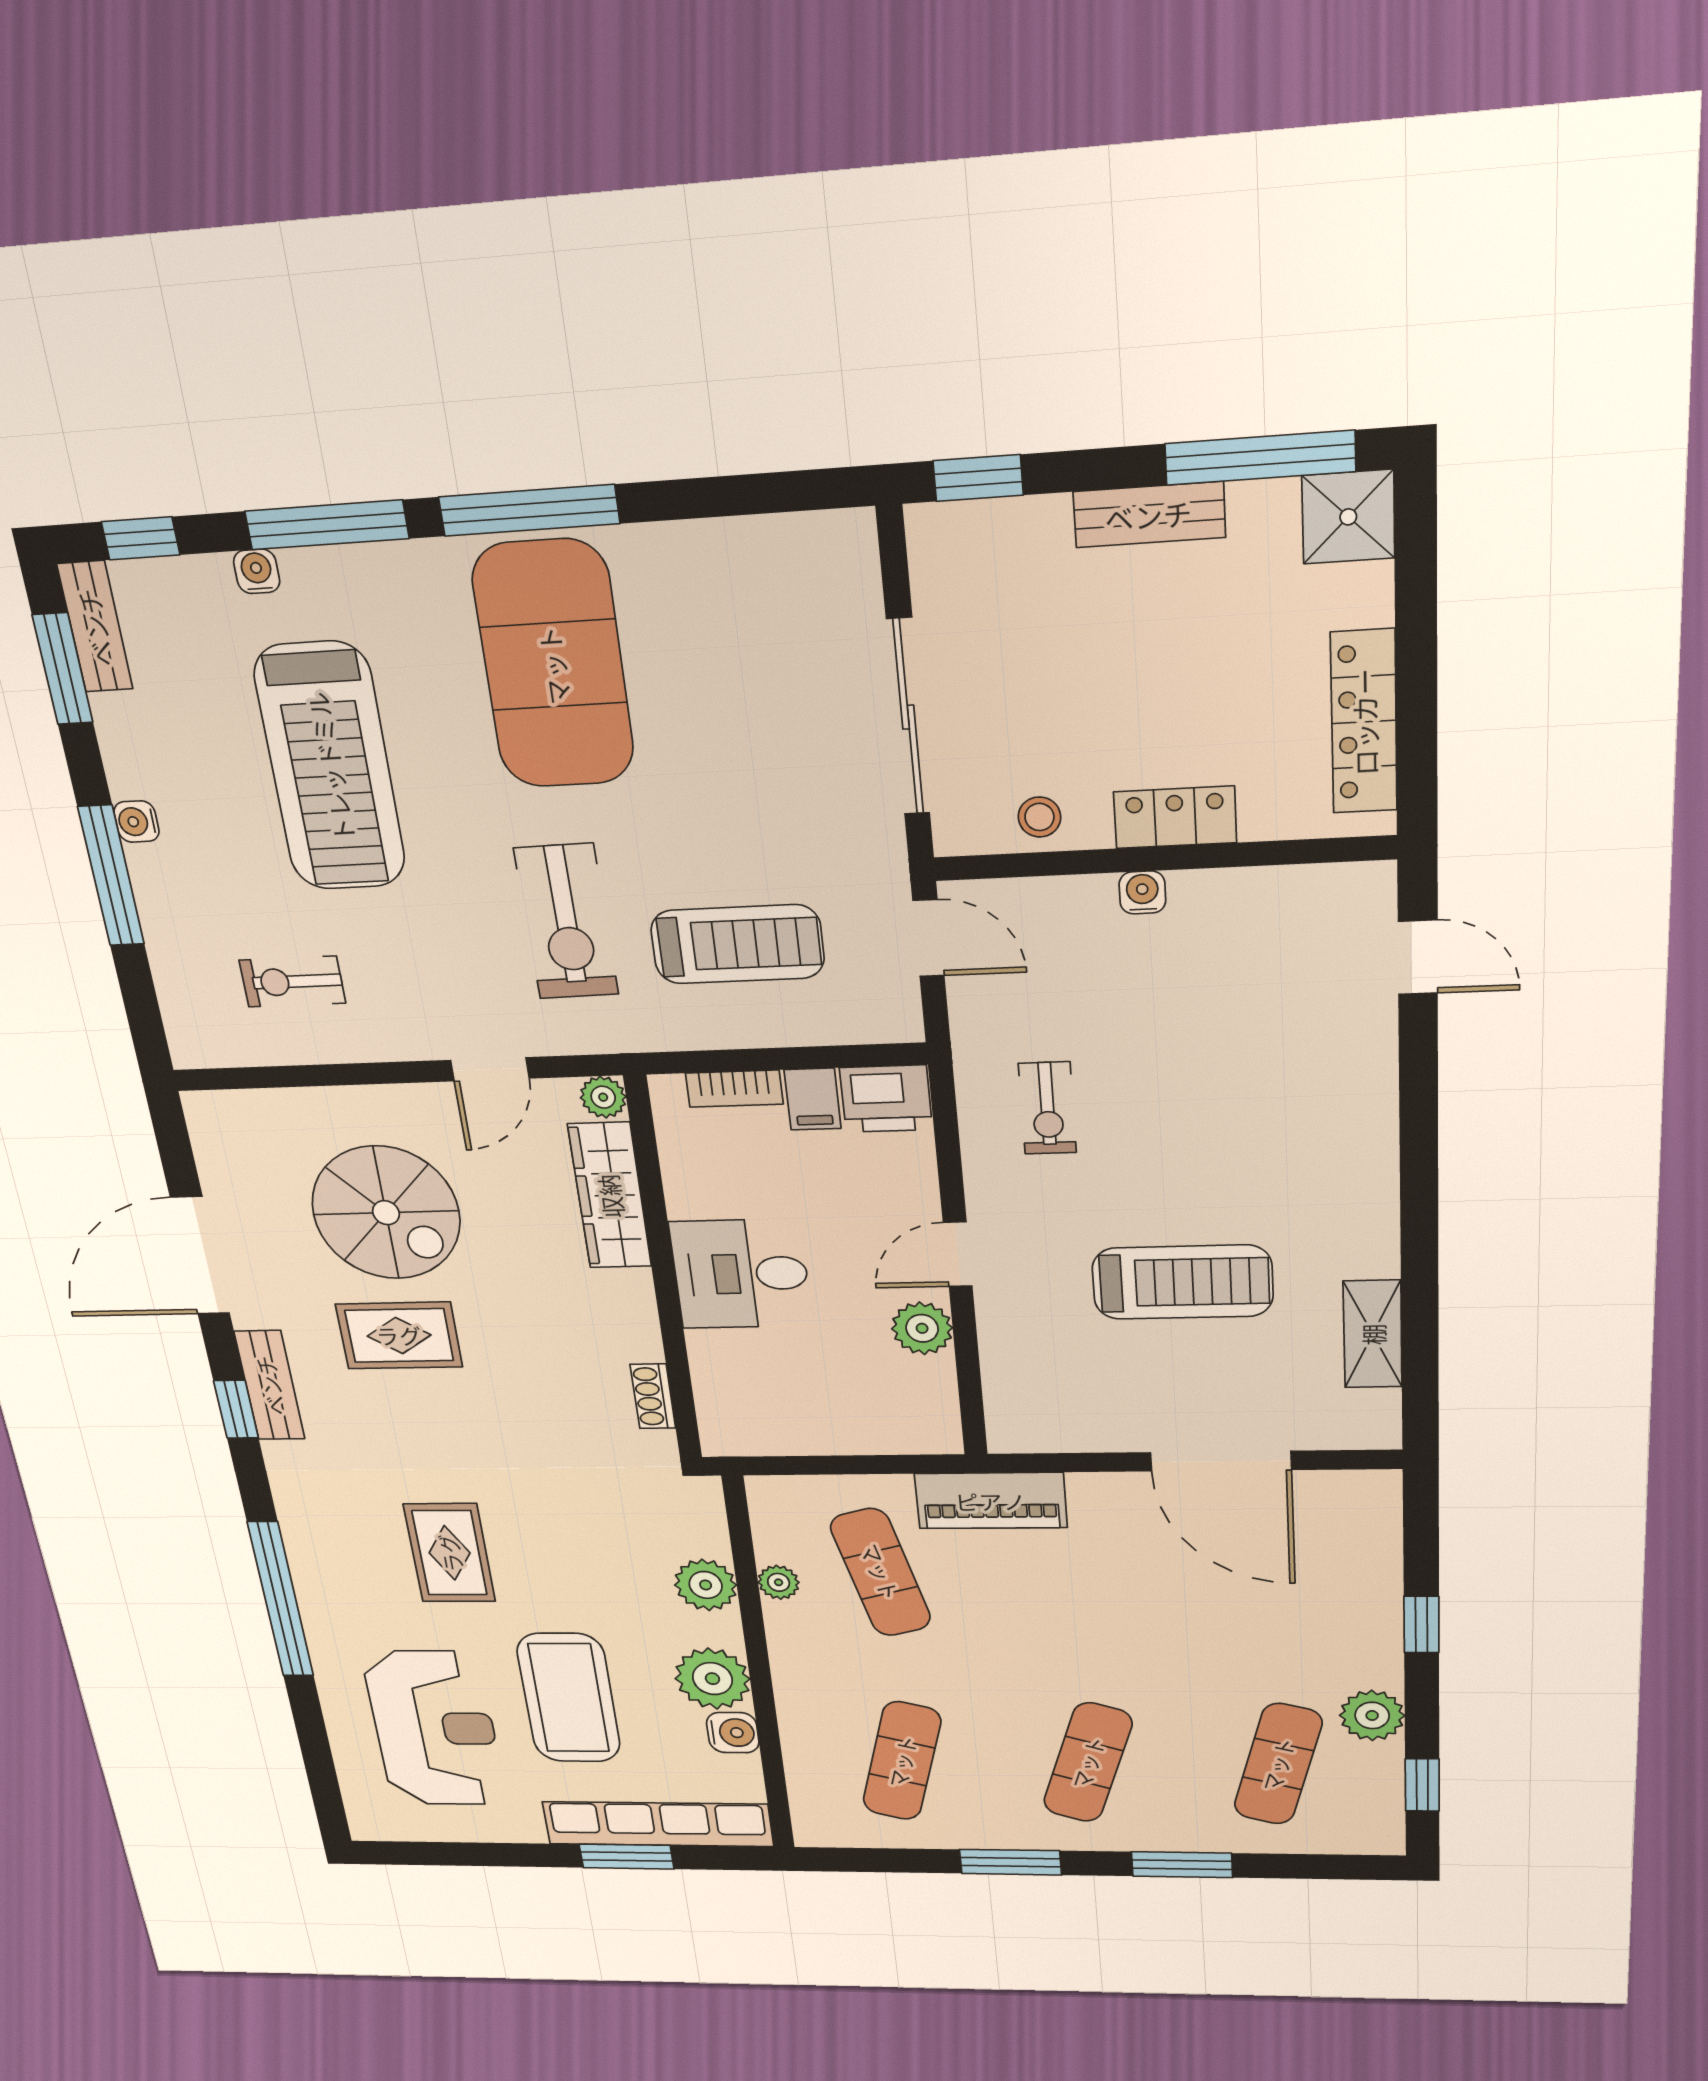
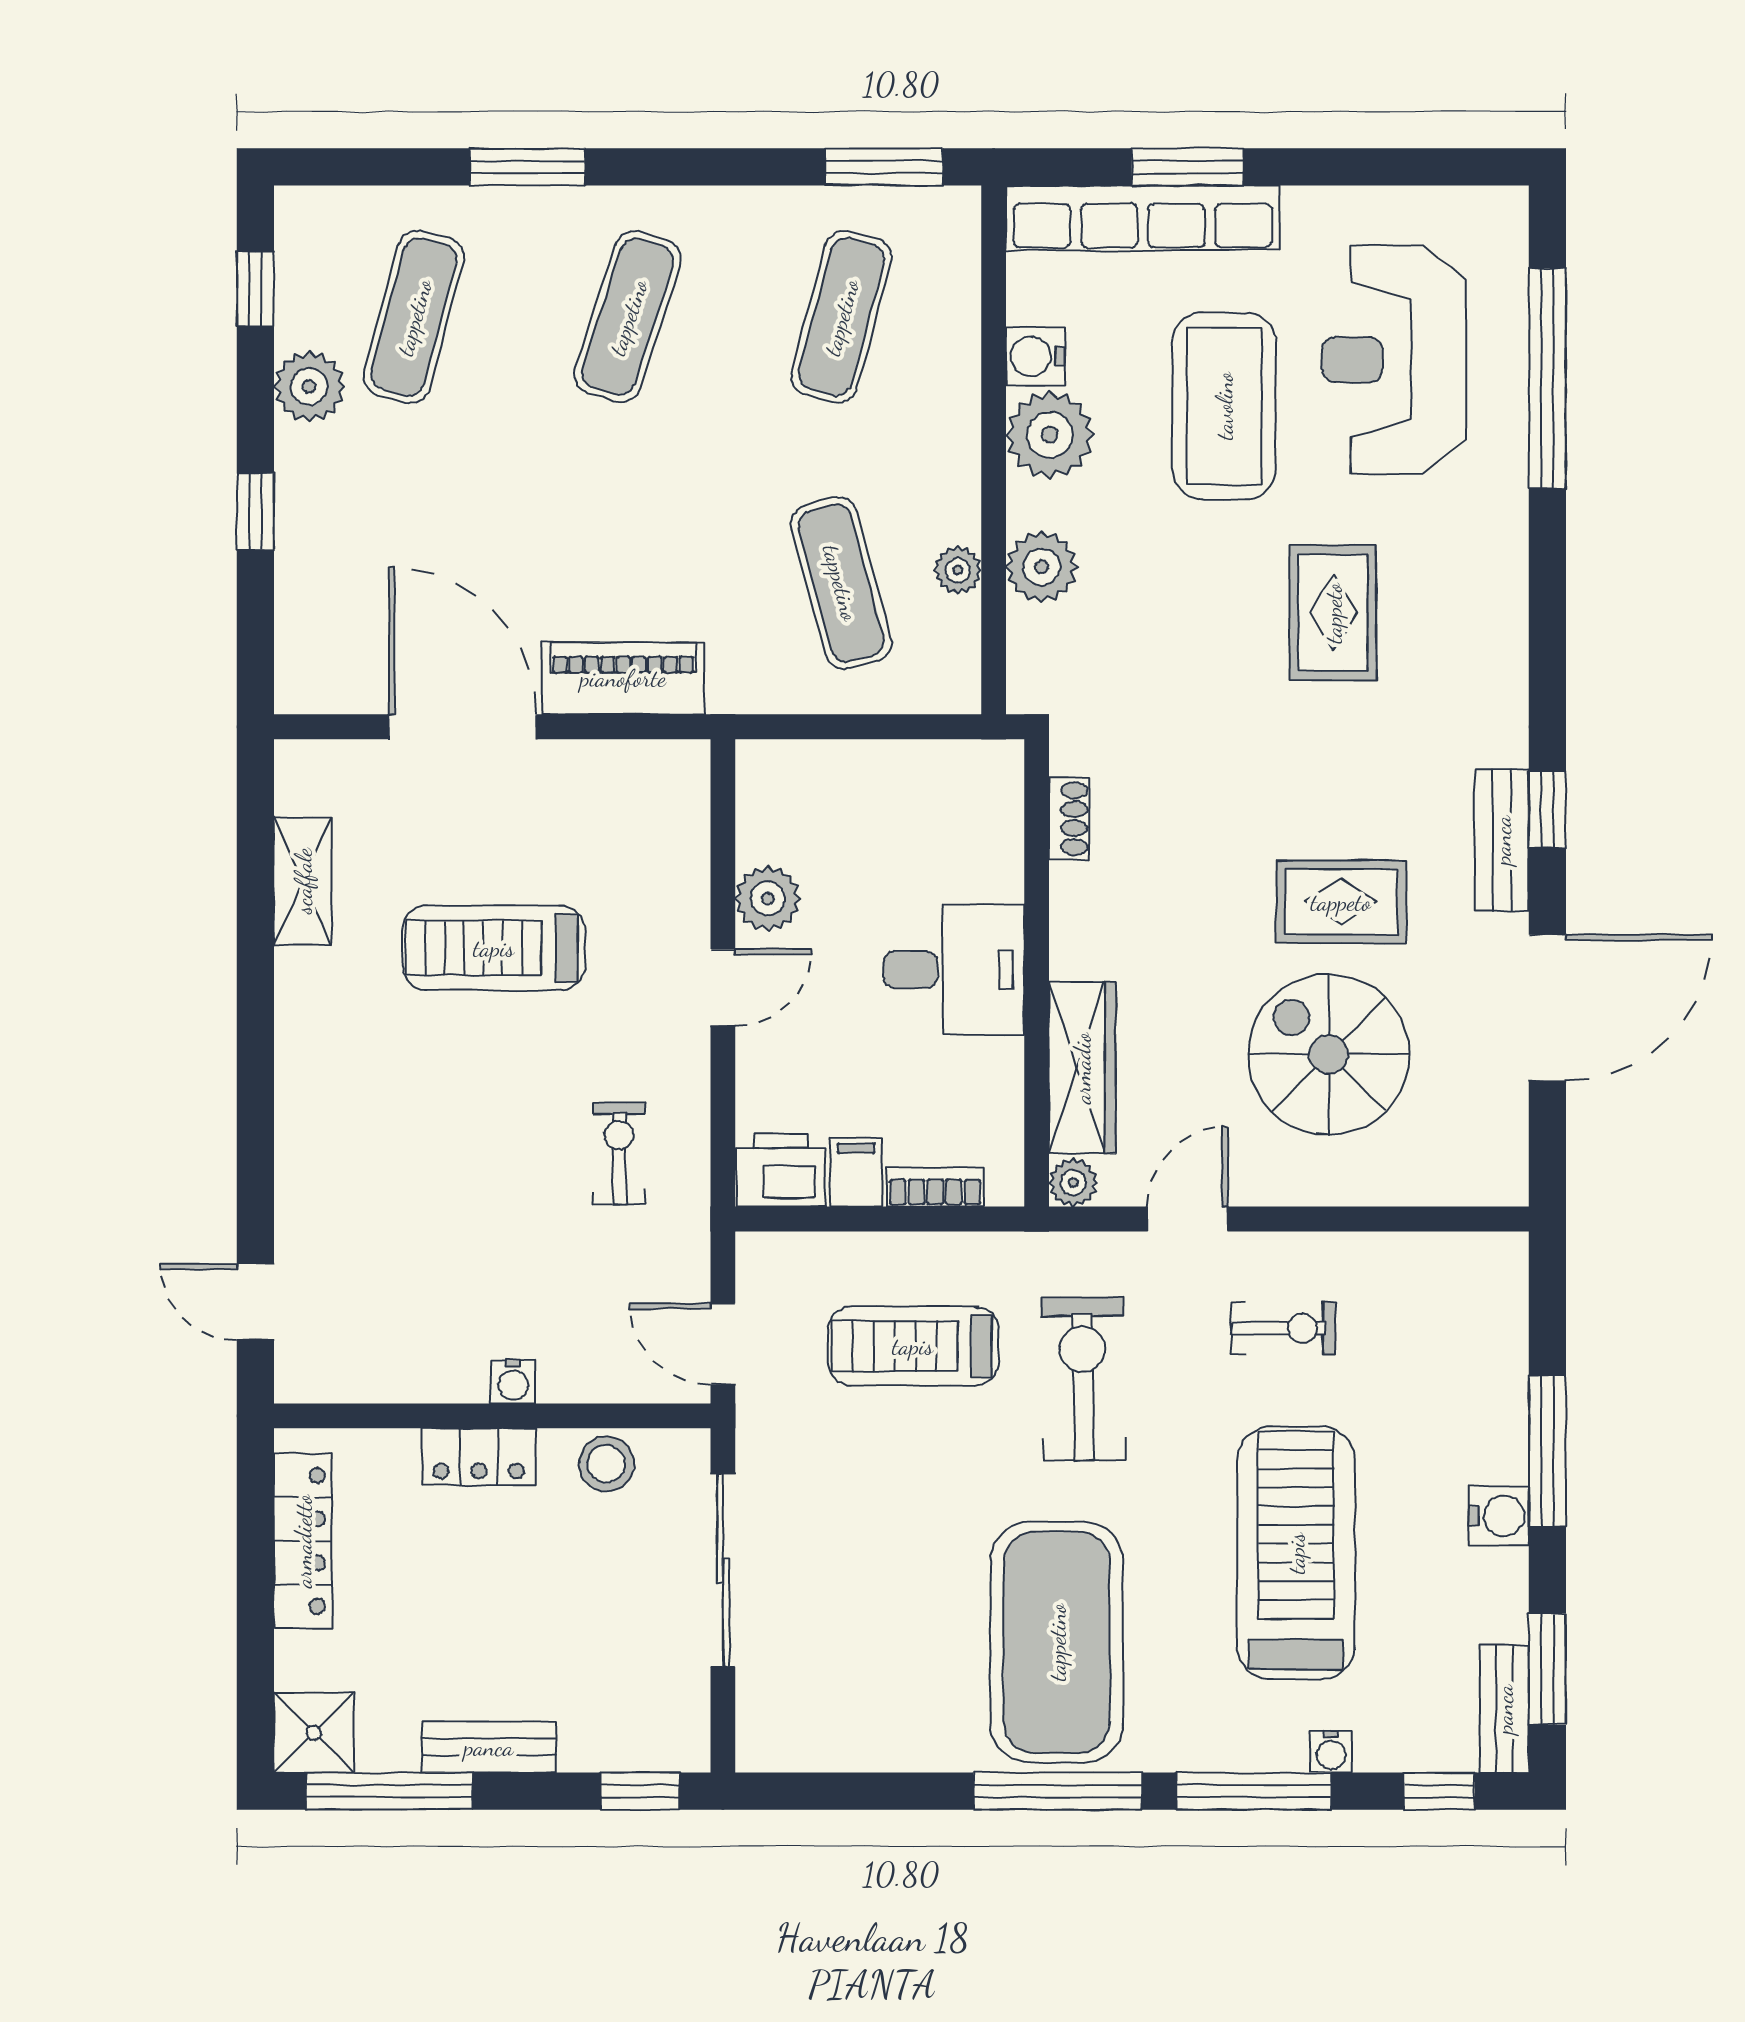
stool: (1039, 817) -> (606, 1464), width x1.37, depth x1.37
water cooler: (136, 822) -> (1499, 1516), width x1.38, depth x1.38
exercise bike: (292, 982) -> (1284, 1328), moved
piano: (991, 1501) -> (623, 678), moved
window: (281, 1600) -> (1547, 379), moved
window: (1010, 1862) -> (884, 167), moved

